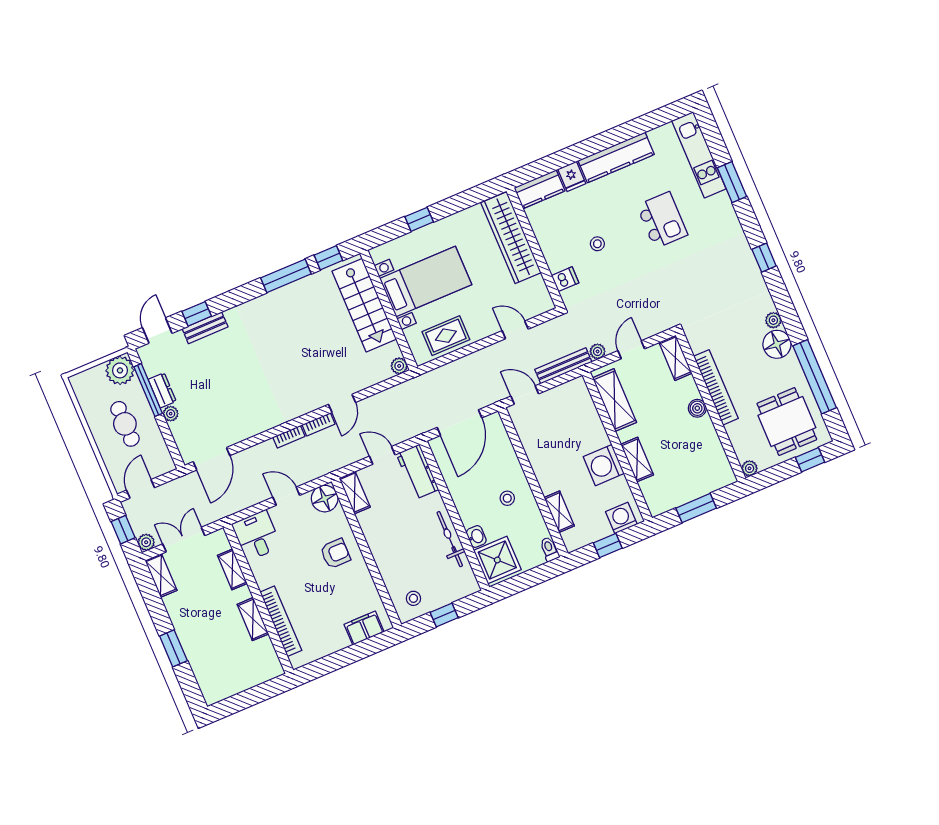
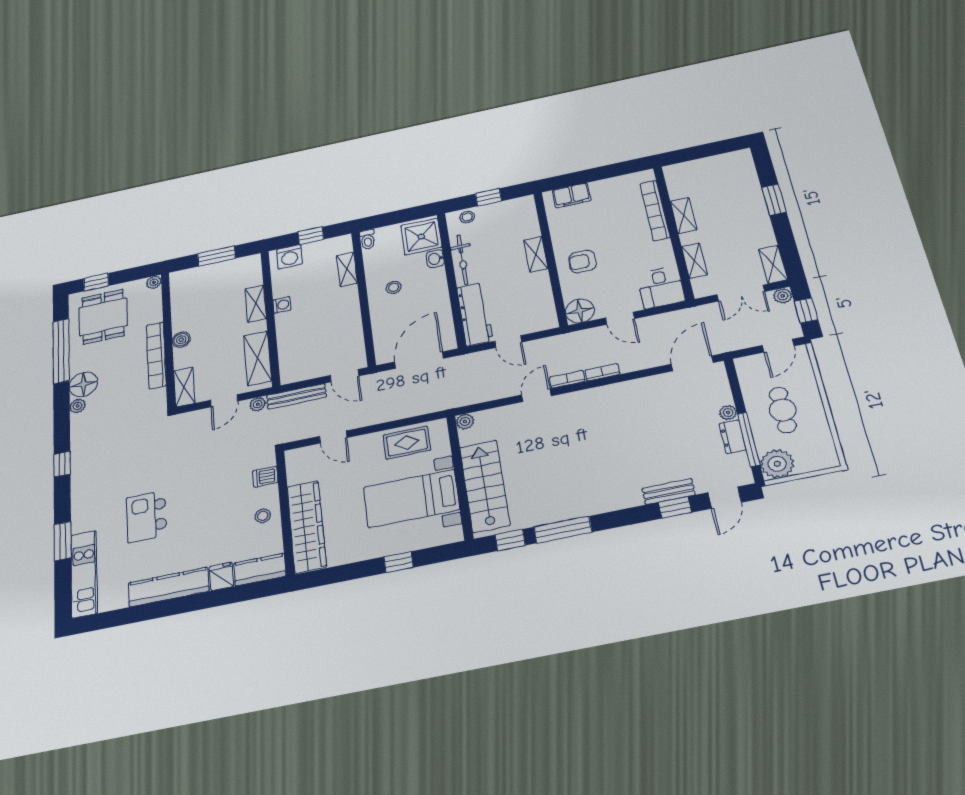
stool: (597, 244) -> (263, 516), moved
washing machine: (604, 465) -> (282, 305), width x0.53, depth x0.53
workbench: (417, 472) -> (475, 314), width x1.37
shelving: (355, 493) -> (536, 254), moved
stool: (413, 598) -> (467, 217), moved

